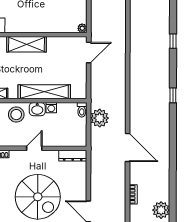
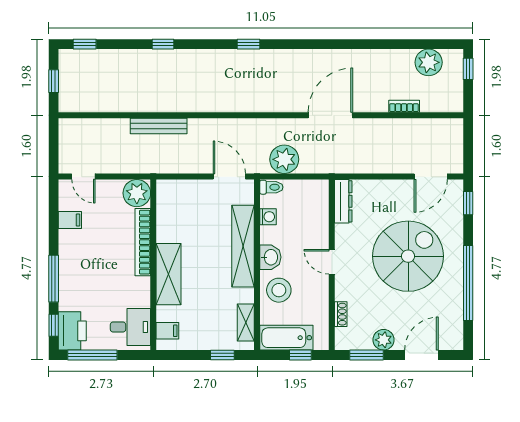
bookcase: (47, 28) -> (143, 242), added
plant: (82, 28) -> (137, 193), width x1.87, depth x1.87
bench: (121, 38) -> (159, 126), added
door: (89, 53) -> (229, 177), moved
washing machine: (51, 108) -> (268, 217), moved

